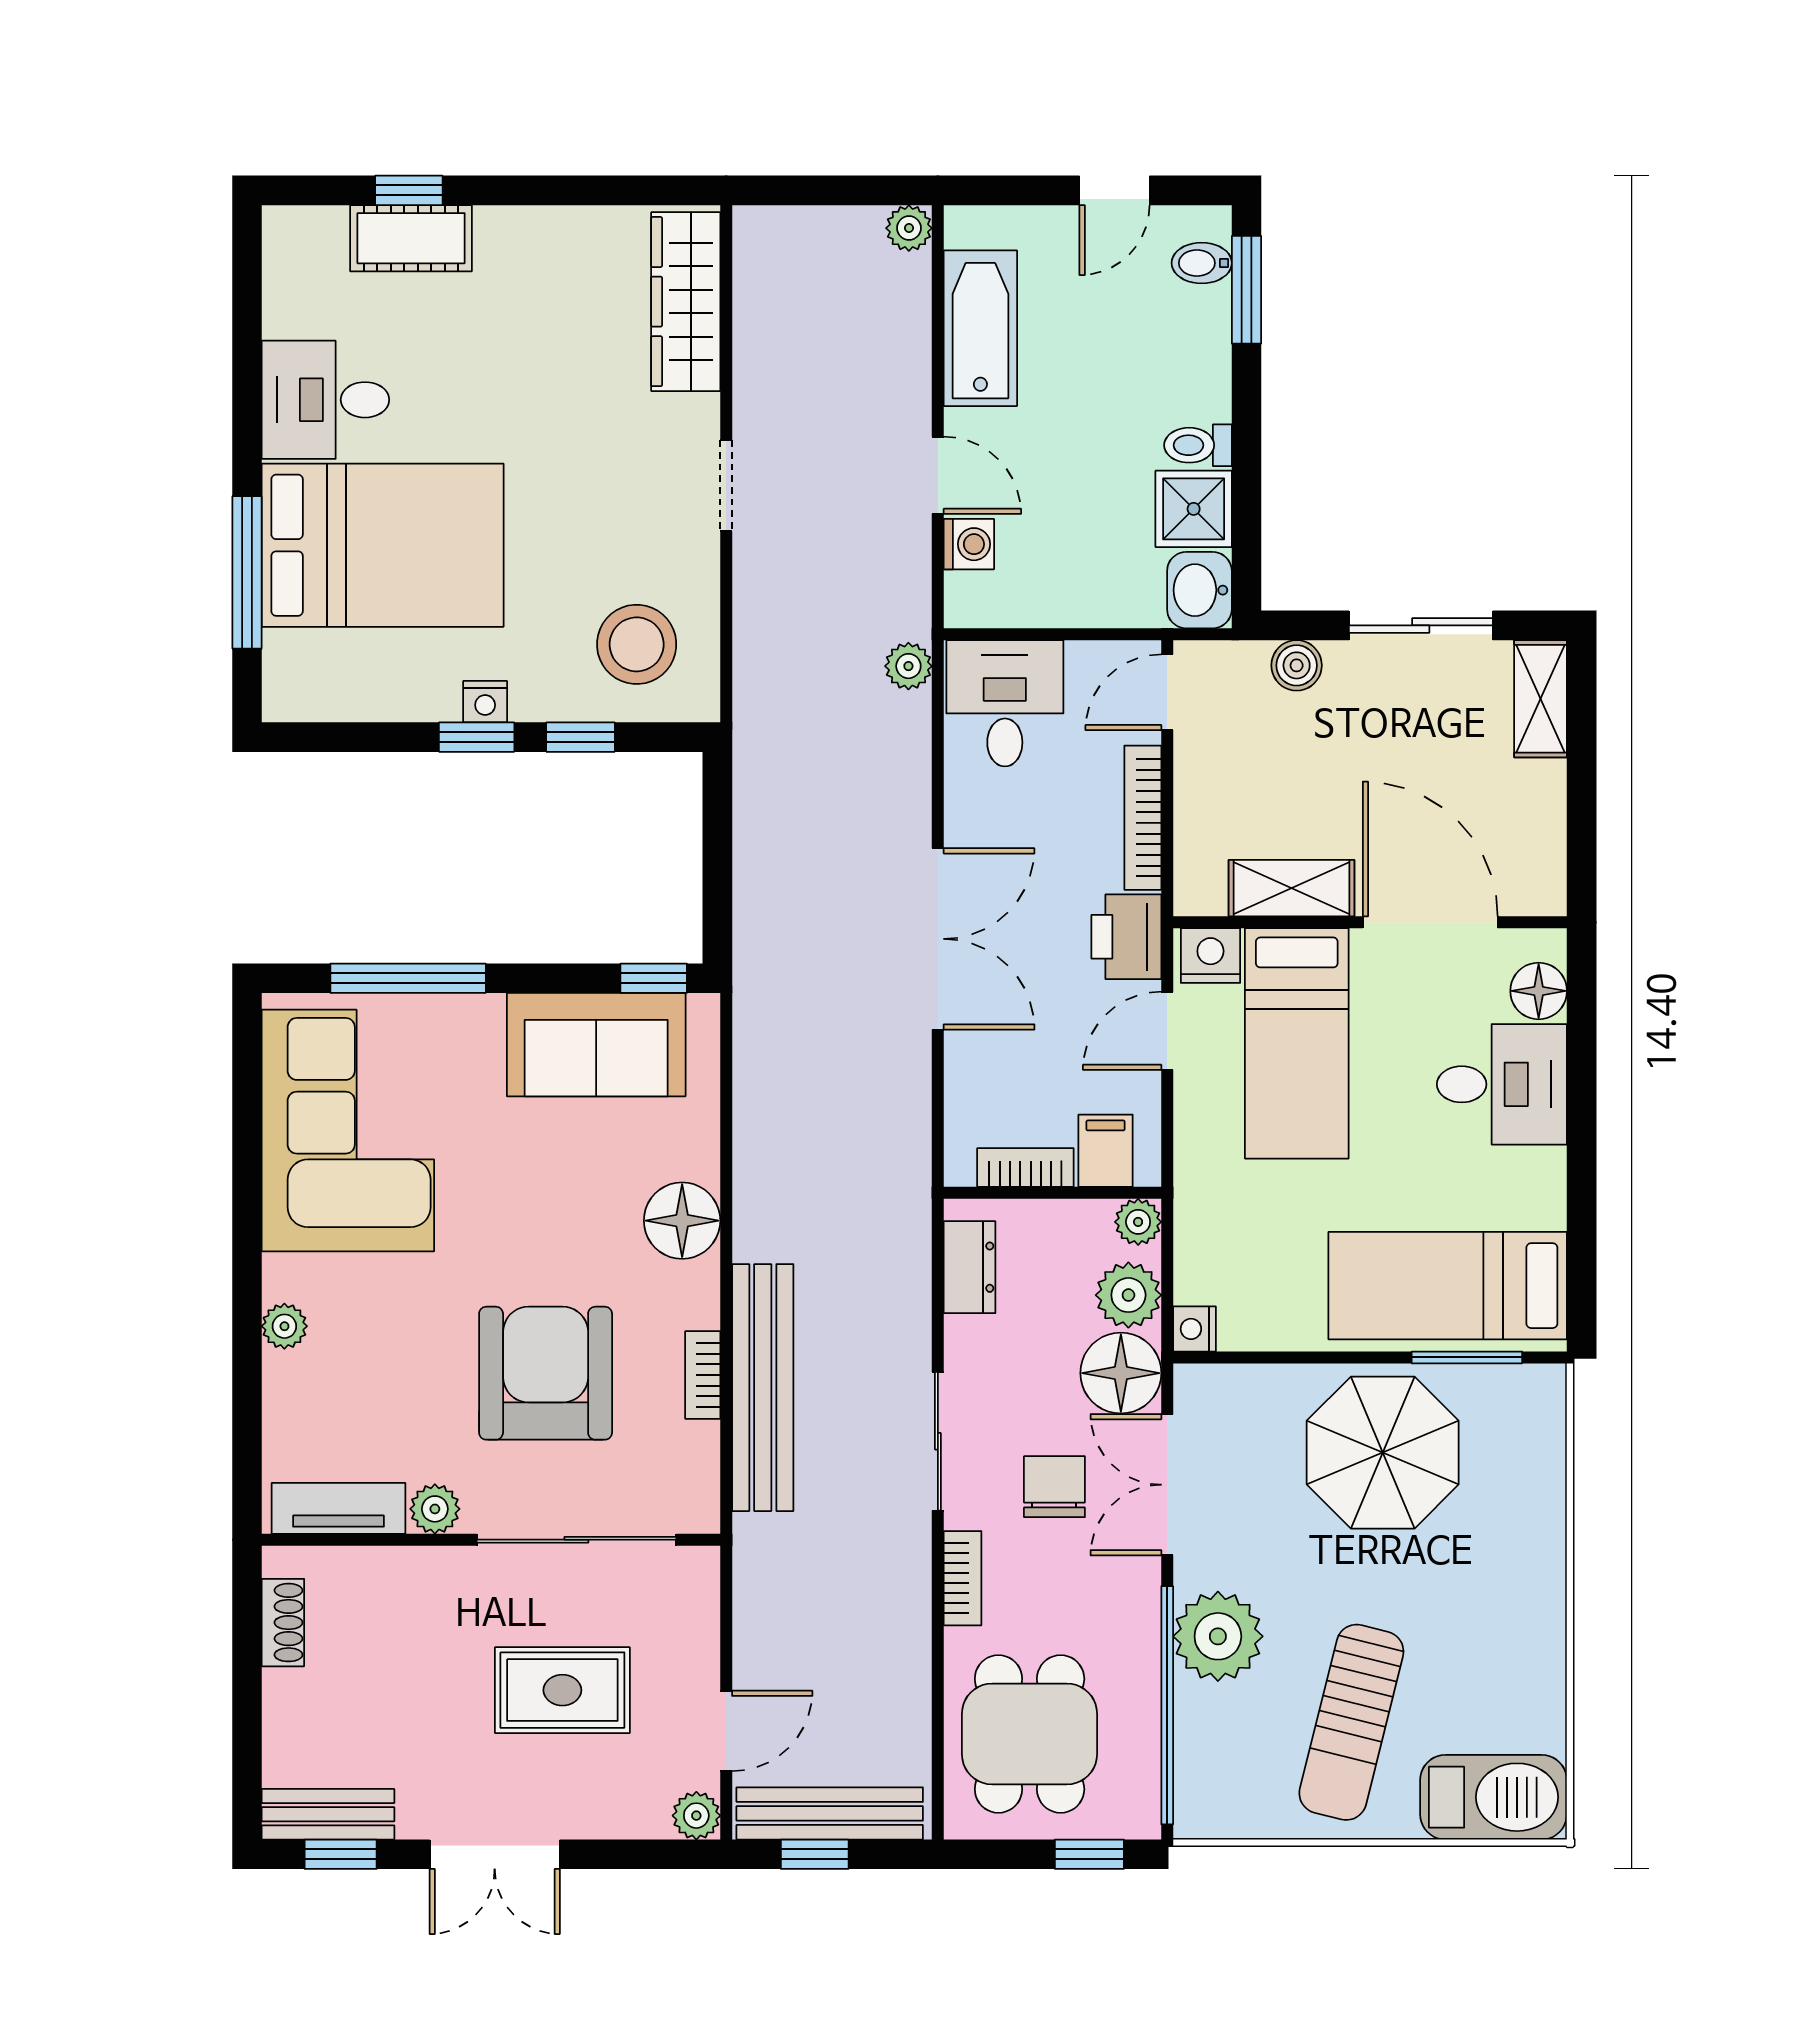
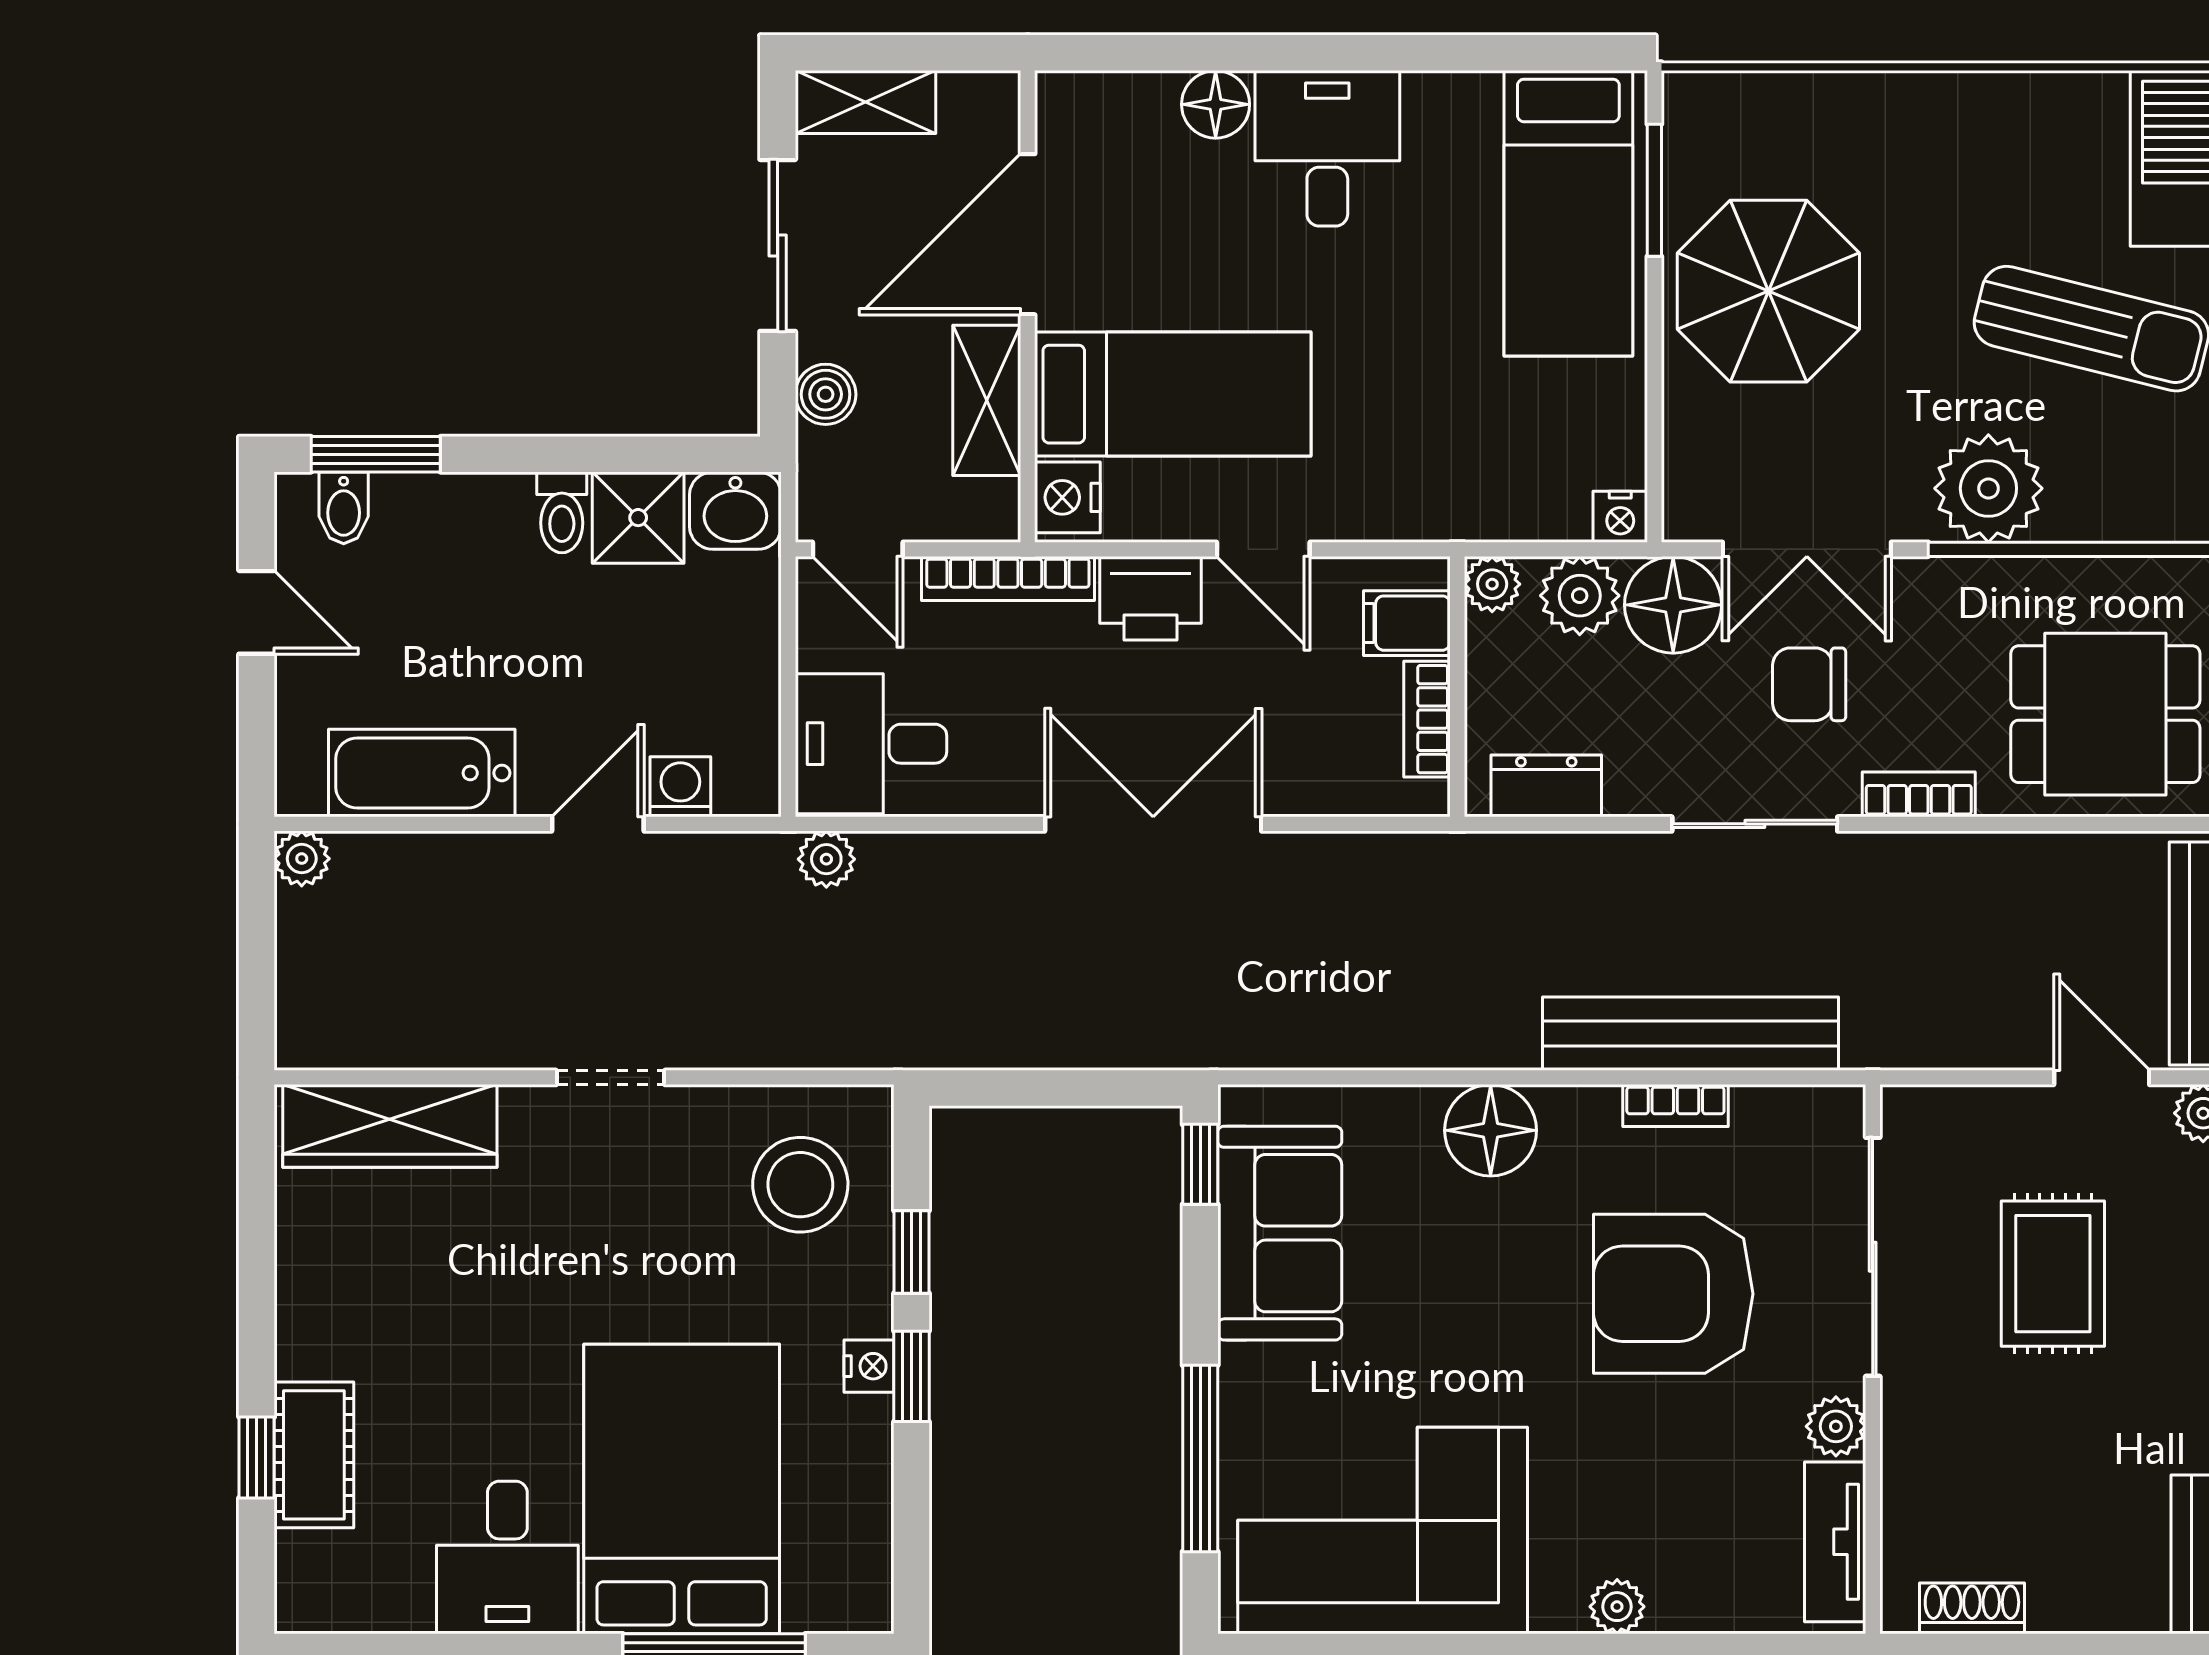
shelving: (1291, 888) -> (987, 400), moved
wall: (1370, 922) -> (1028, 306), moved
door: (1430, 922) -> (1028, 234), moved
nightstand: (1210, 956) -> (1067, 497), moved
bed: (1297, 1043) -> (1173, 394), moved

